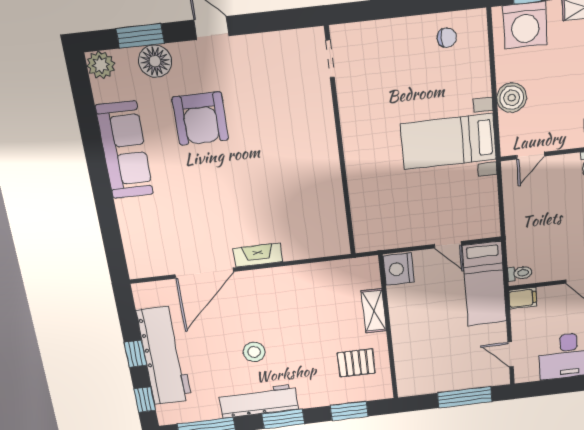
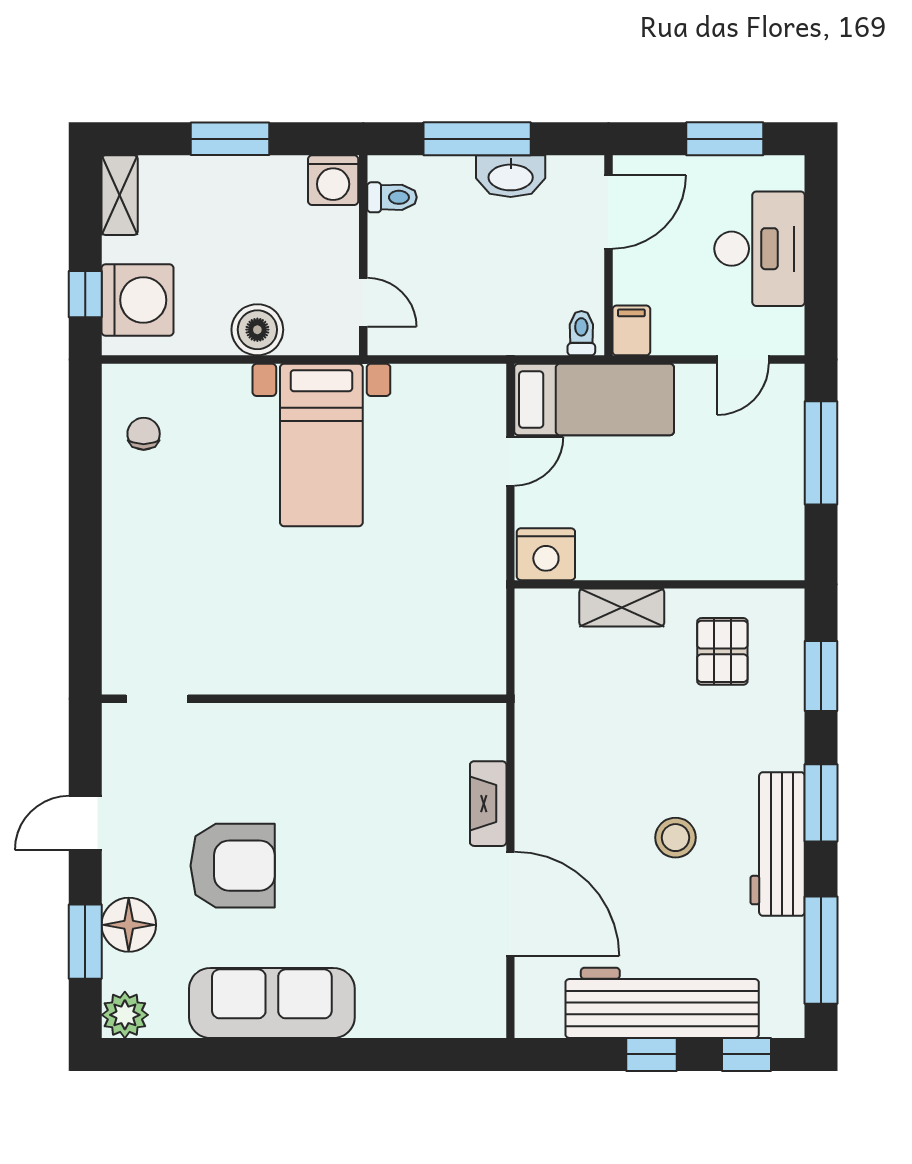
doorway: (330, 59) -> (157, 699), moved
wall: (340, 144) -> (304, 699), moved

